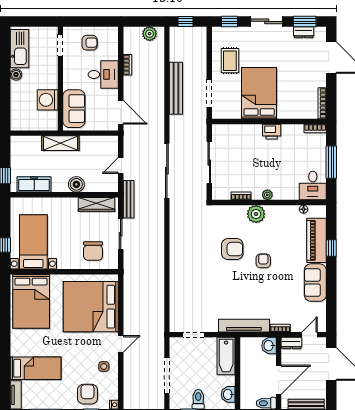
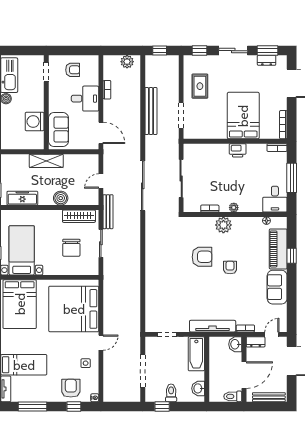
bed: (259, 93) -> (243, 116), moved
chair: (93, 251) -> (71, 248), moved

